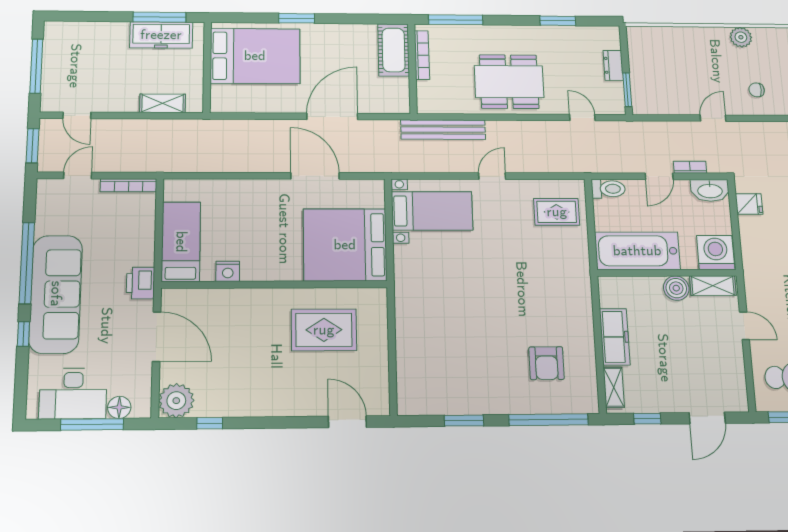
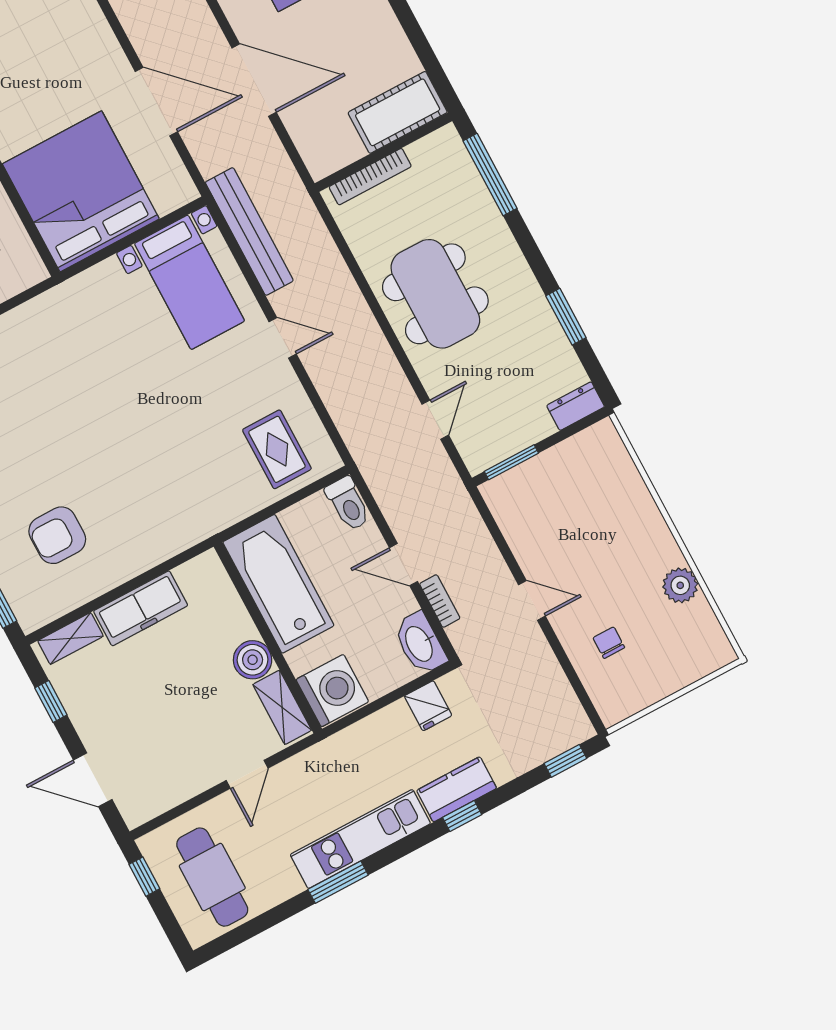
bookcase: (422, 55) -> (370, 177), moved
dresser: (613, 65) -> (576, 406), moved
bench: (443, 130) -> (249, 231), moved
door: (315, 176) -> (156, 102), hinge flipped

